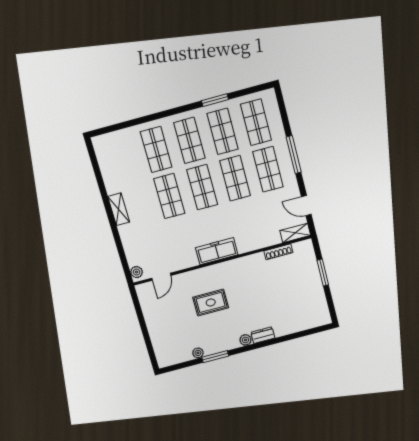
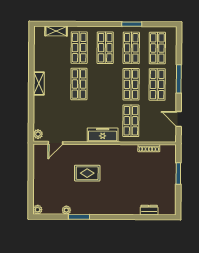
shop shelf: (202, 187) -> (131, 121), moved
shelving: (295, 233) -> (56, 31), moved
dresser: (263, 335) -> (149, 210), moved
plant: (245, 340) -> (38, 210), moved

